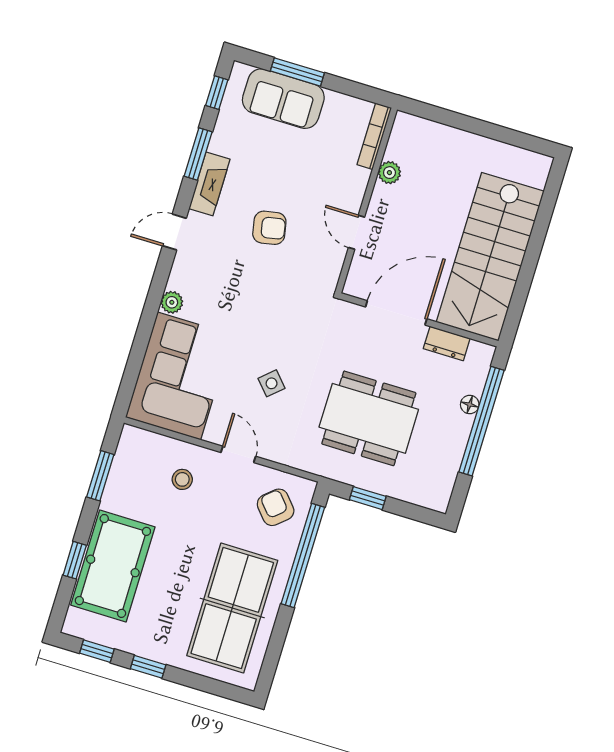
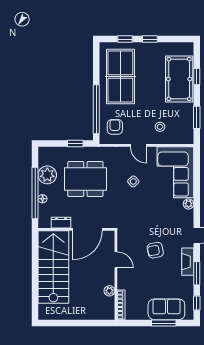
plant: (445, 451) -> (47, 175), added
armchair: (276, 507) -> (115, 127), turned -139
window: (97, 651) -> (125, 39), moved

